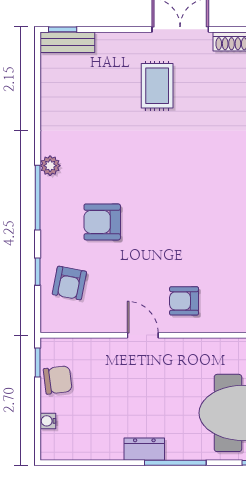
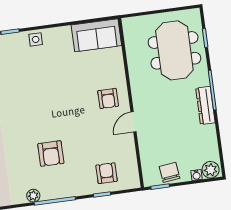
armchair: (102, 222) -> (51, 154), moved
armchair: (69, 283) -> (107, 173), turned -101
plant: (53, 444) -> (211, 170), added
dresser: (144, 449) -> (205, 105), width x1.44

